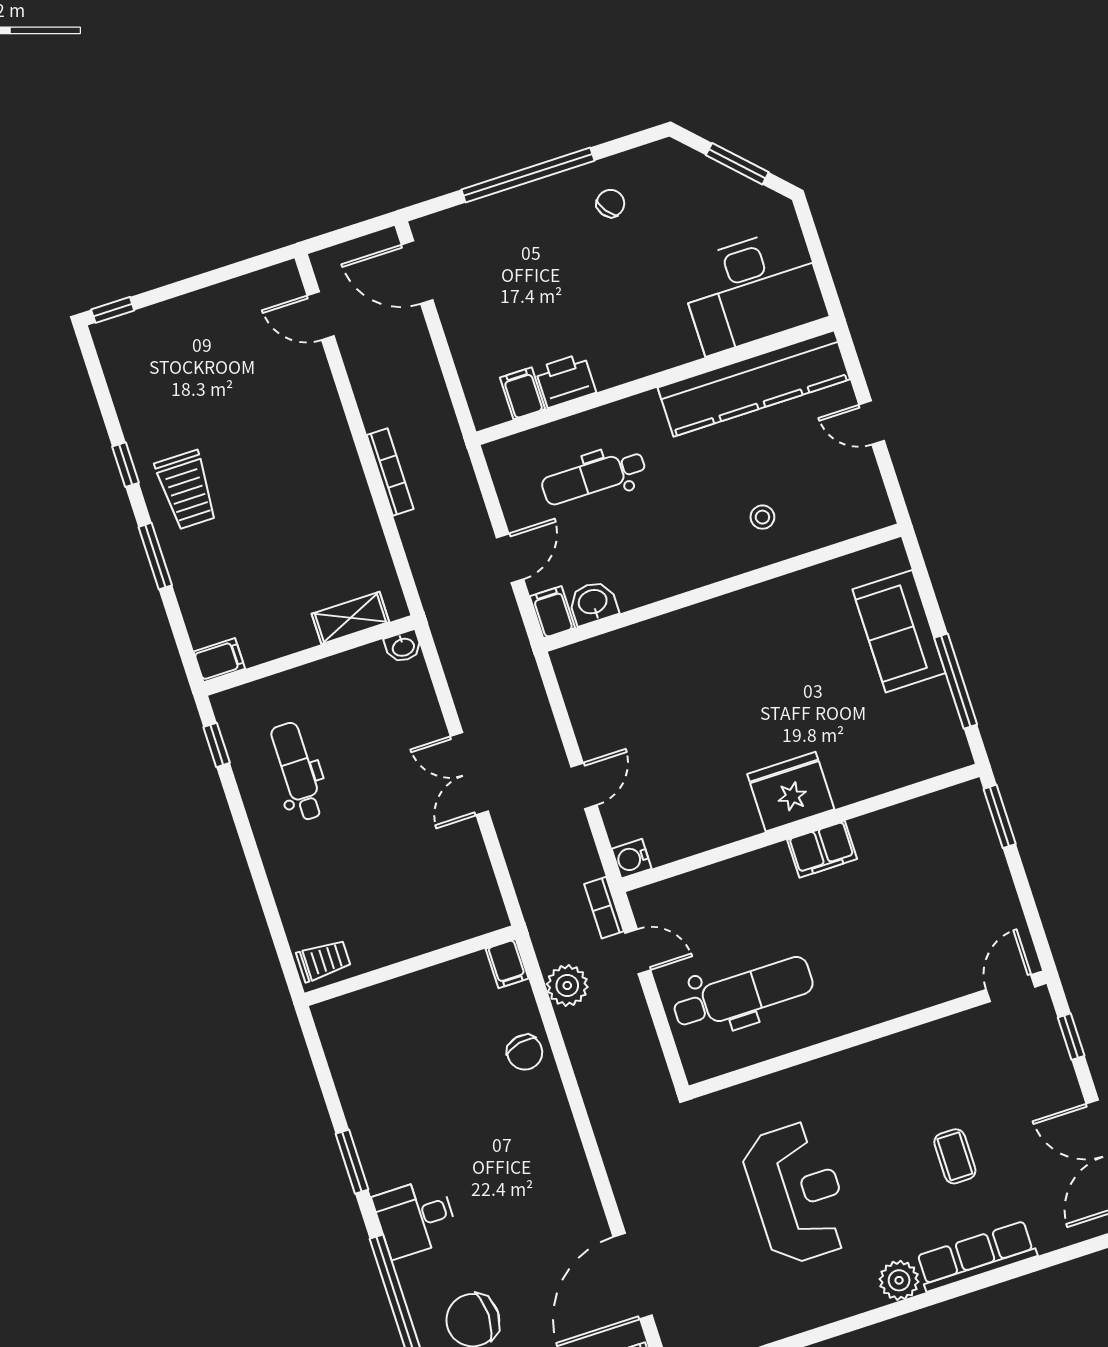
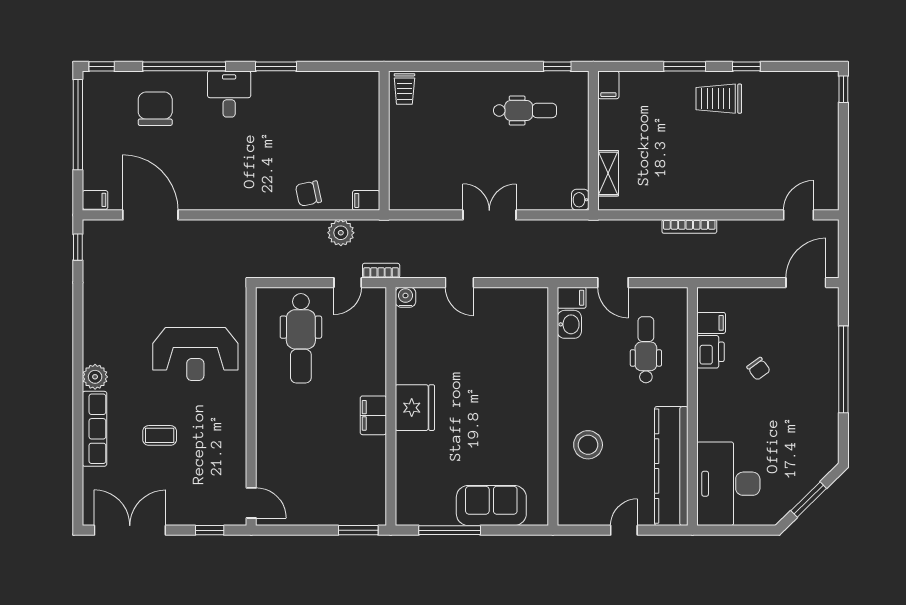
chair: (610, 203) -> (759, 369), moved
stool: (762, 517) -> (588, 445), width x1.89, depth x1.89
reception desk: (797, 1193) -> (195, 354), moved

